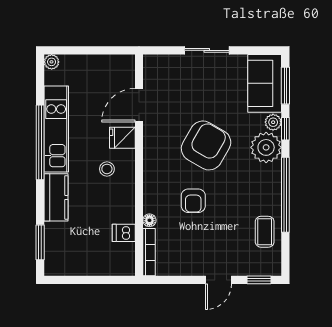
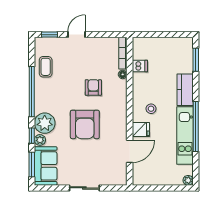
armchair: (206, 145) -> (85, 124), turned -30

